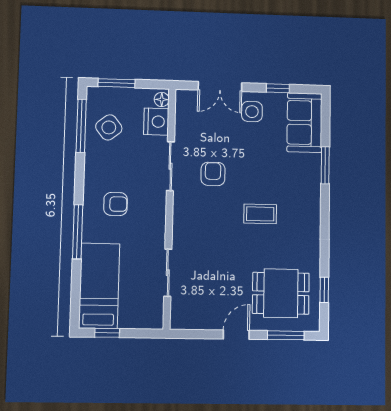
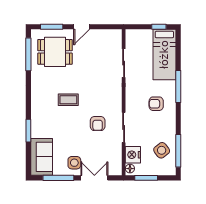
window: (117, 83) -> (146, 178), moved
window: (278, 88) -> (58, 178), width x2.17
window: (324, 290) -> (28, 54), width x2.17

